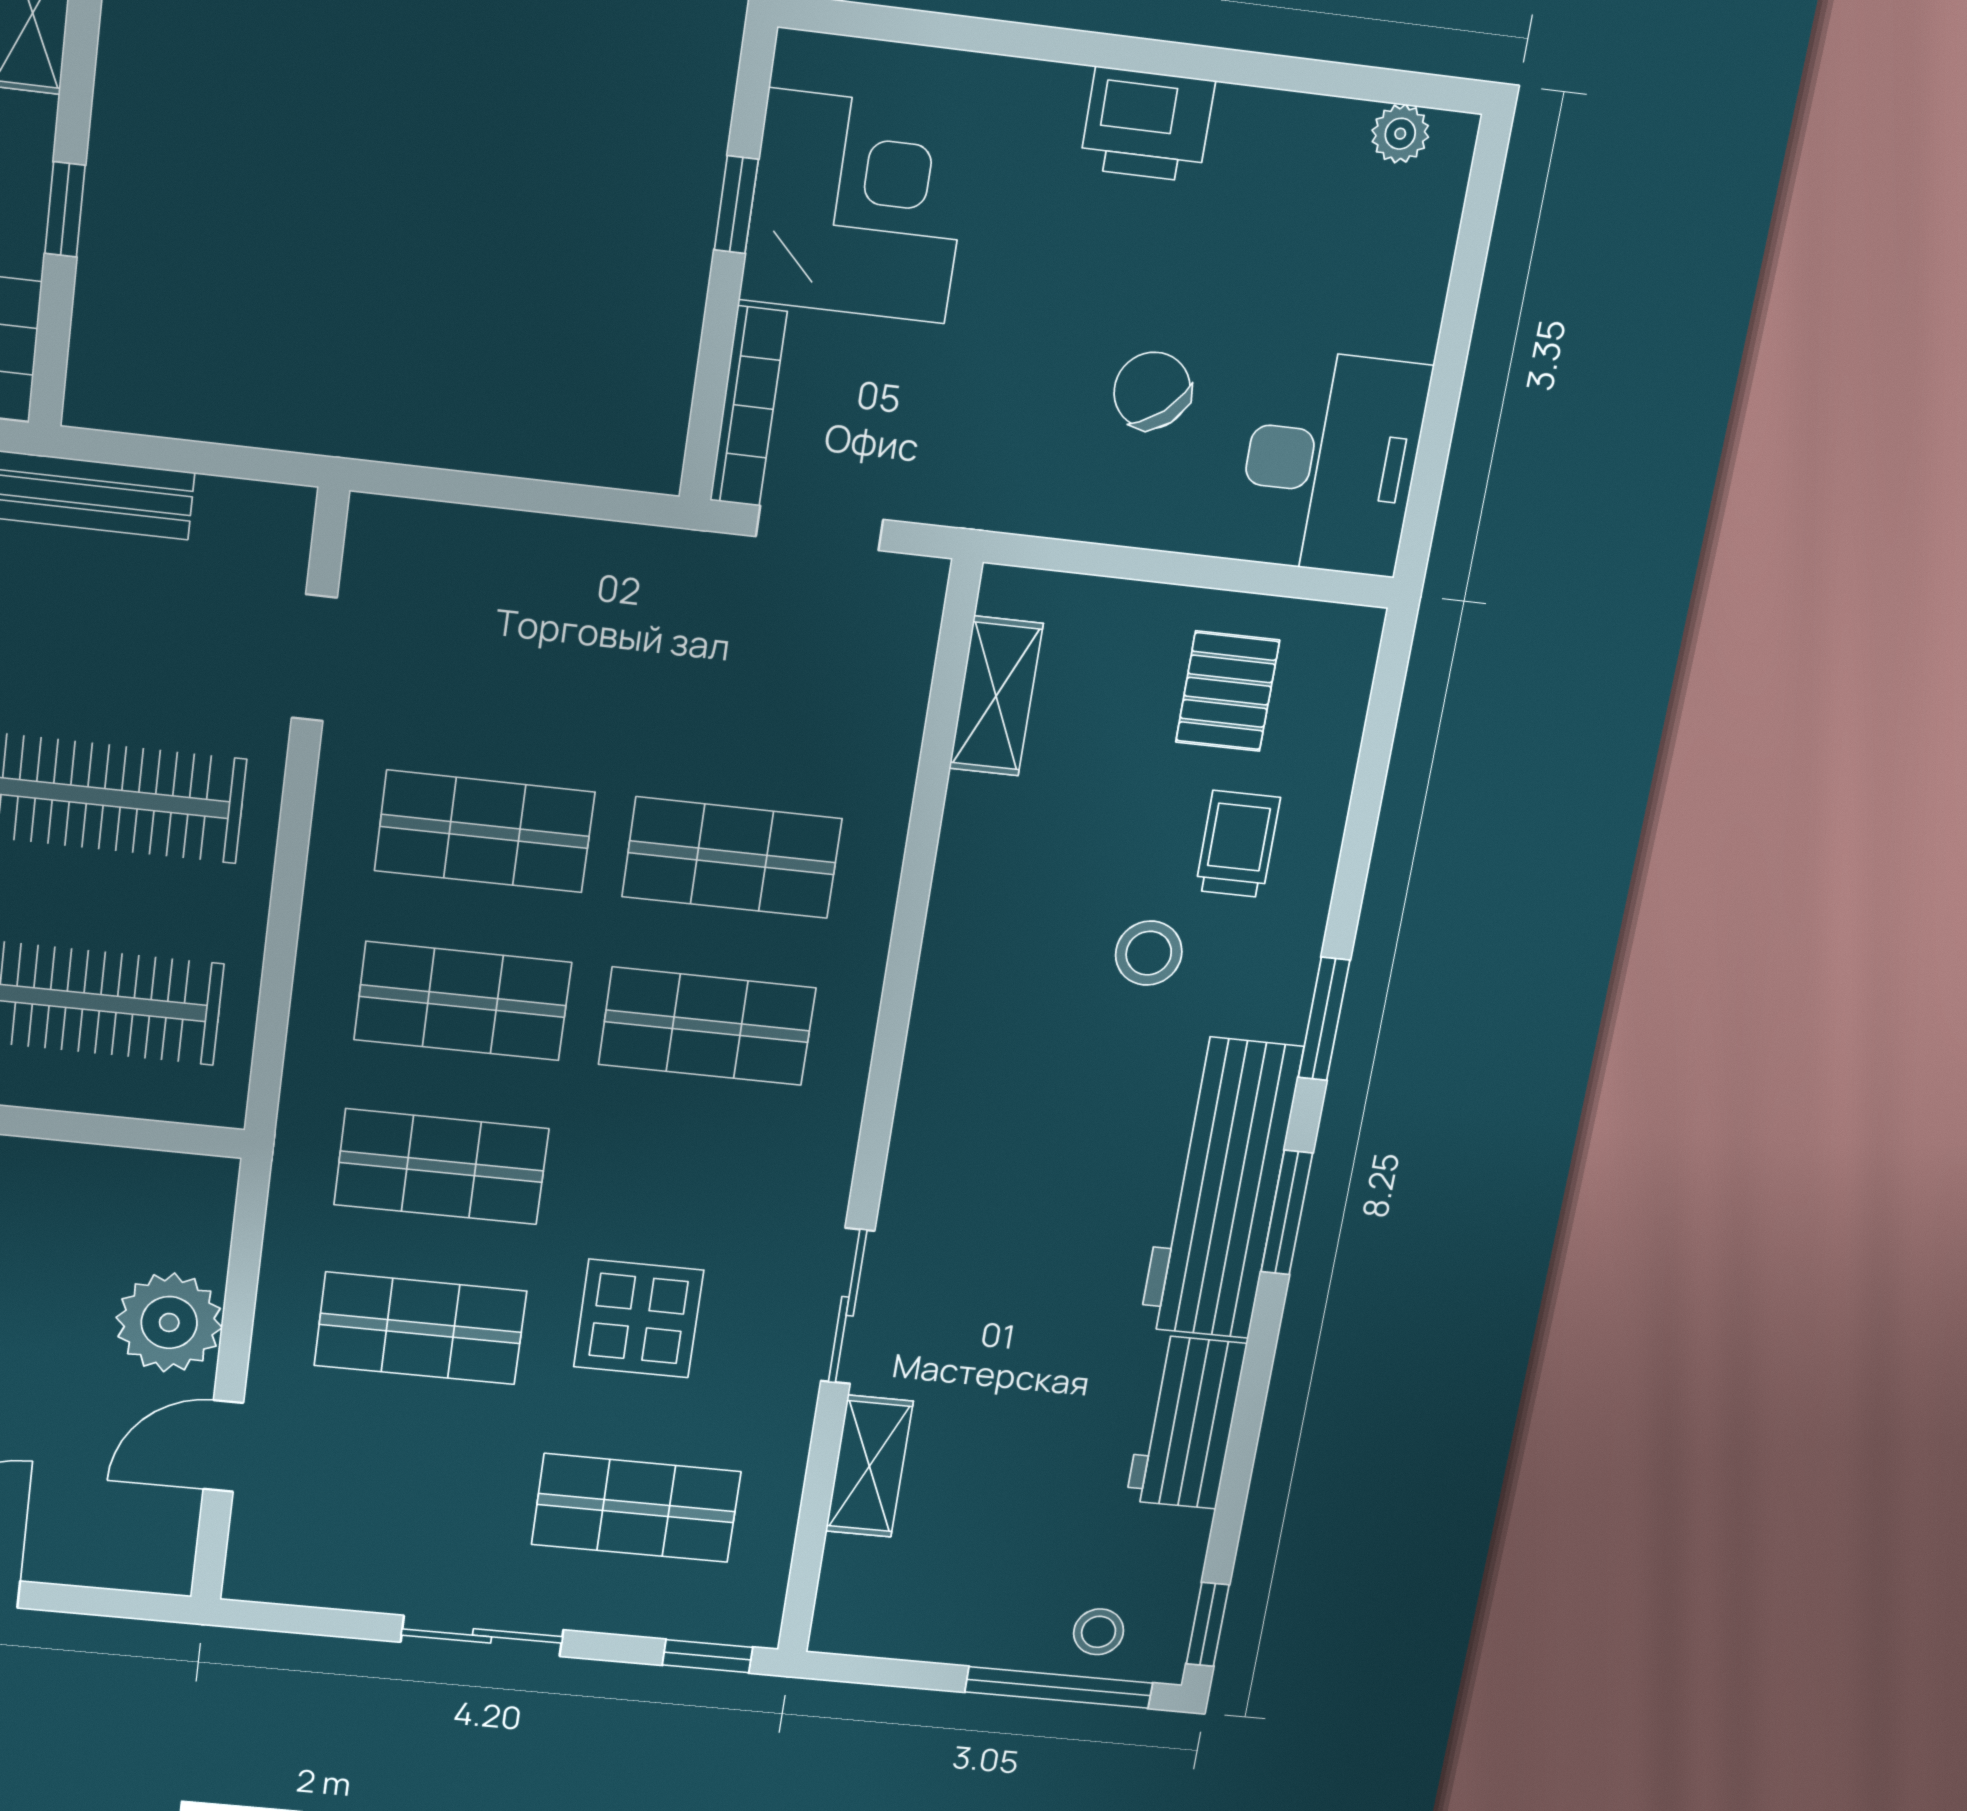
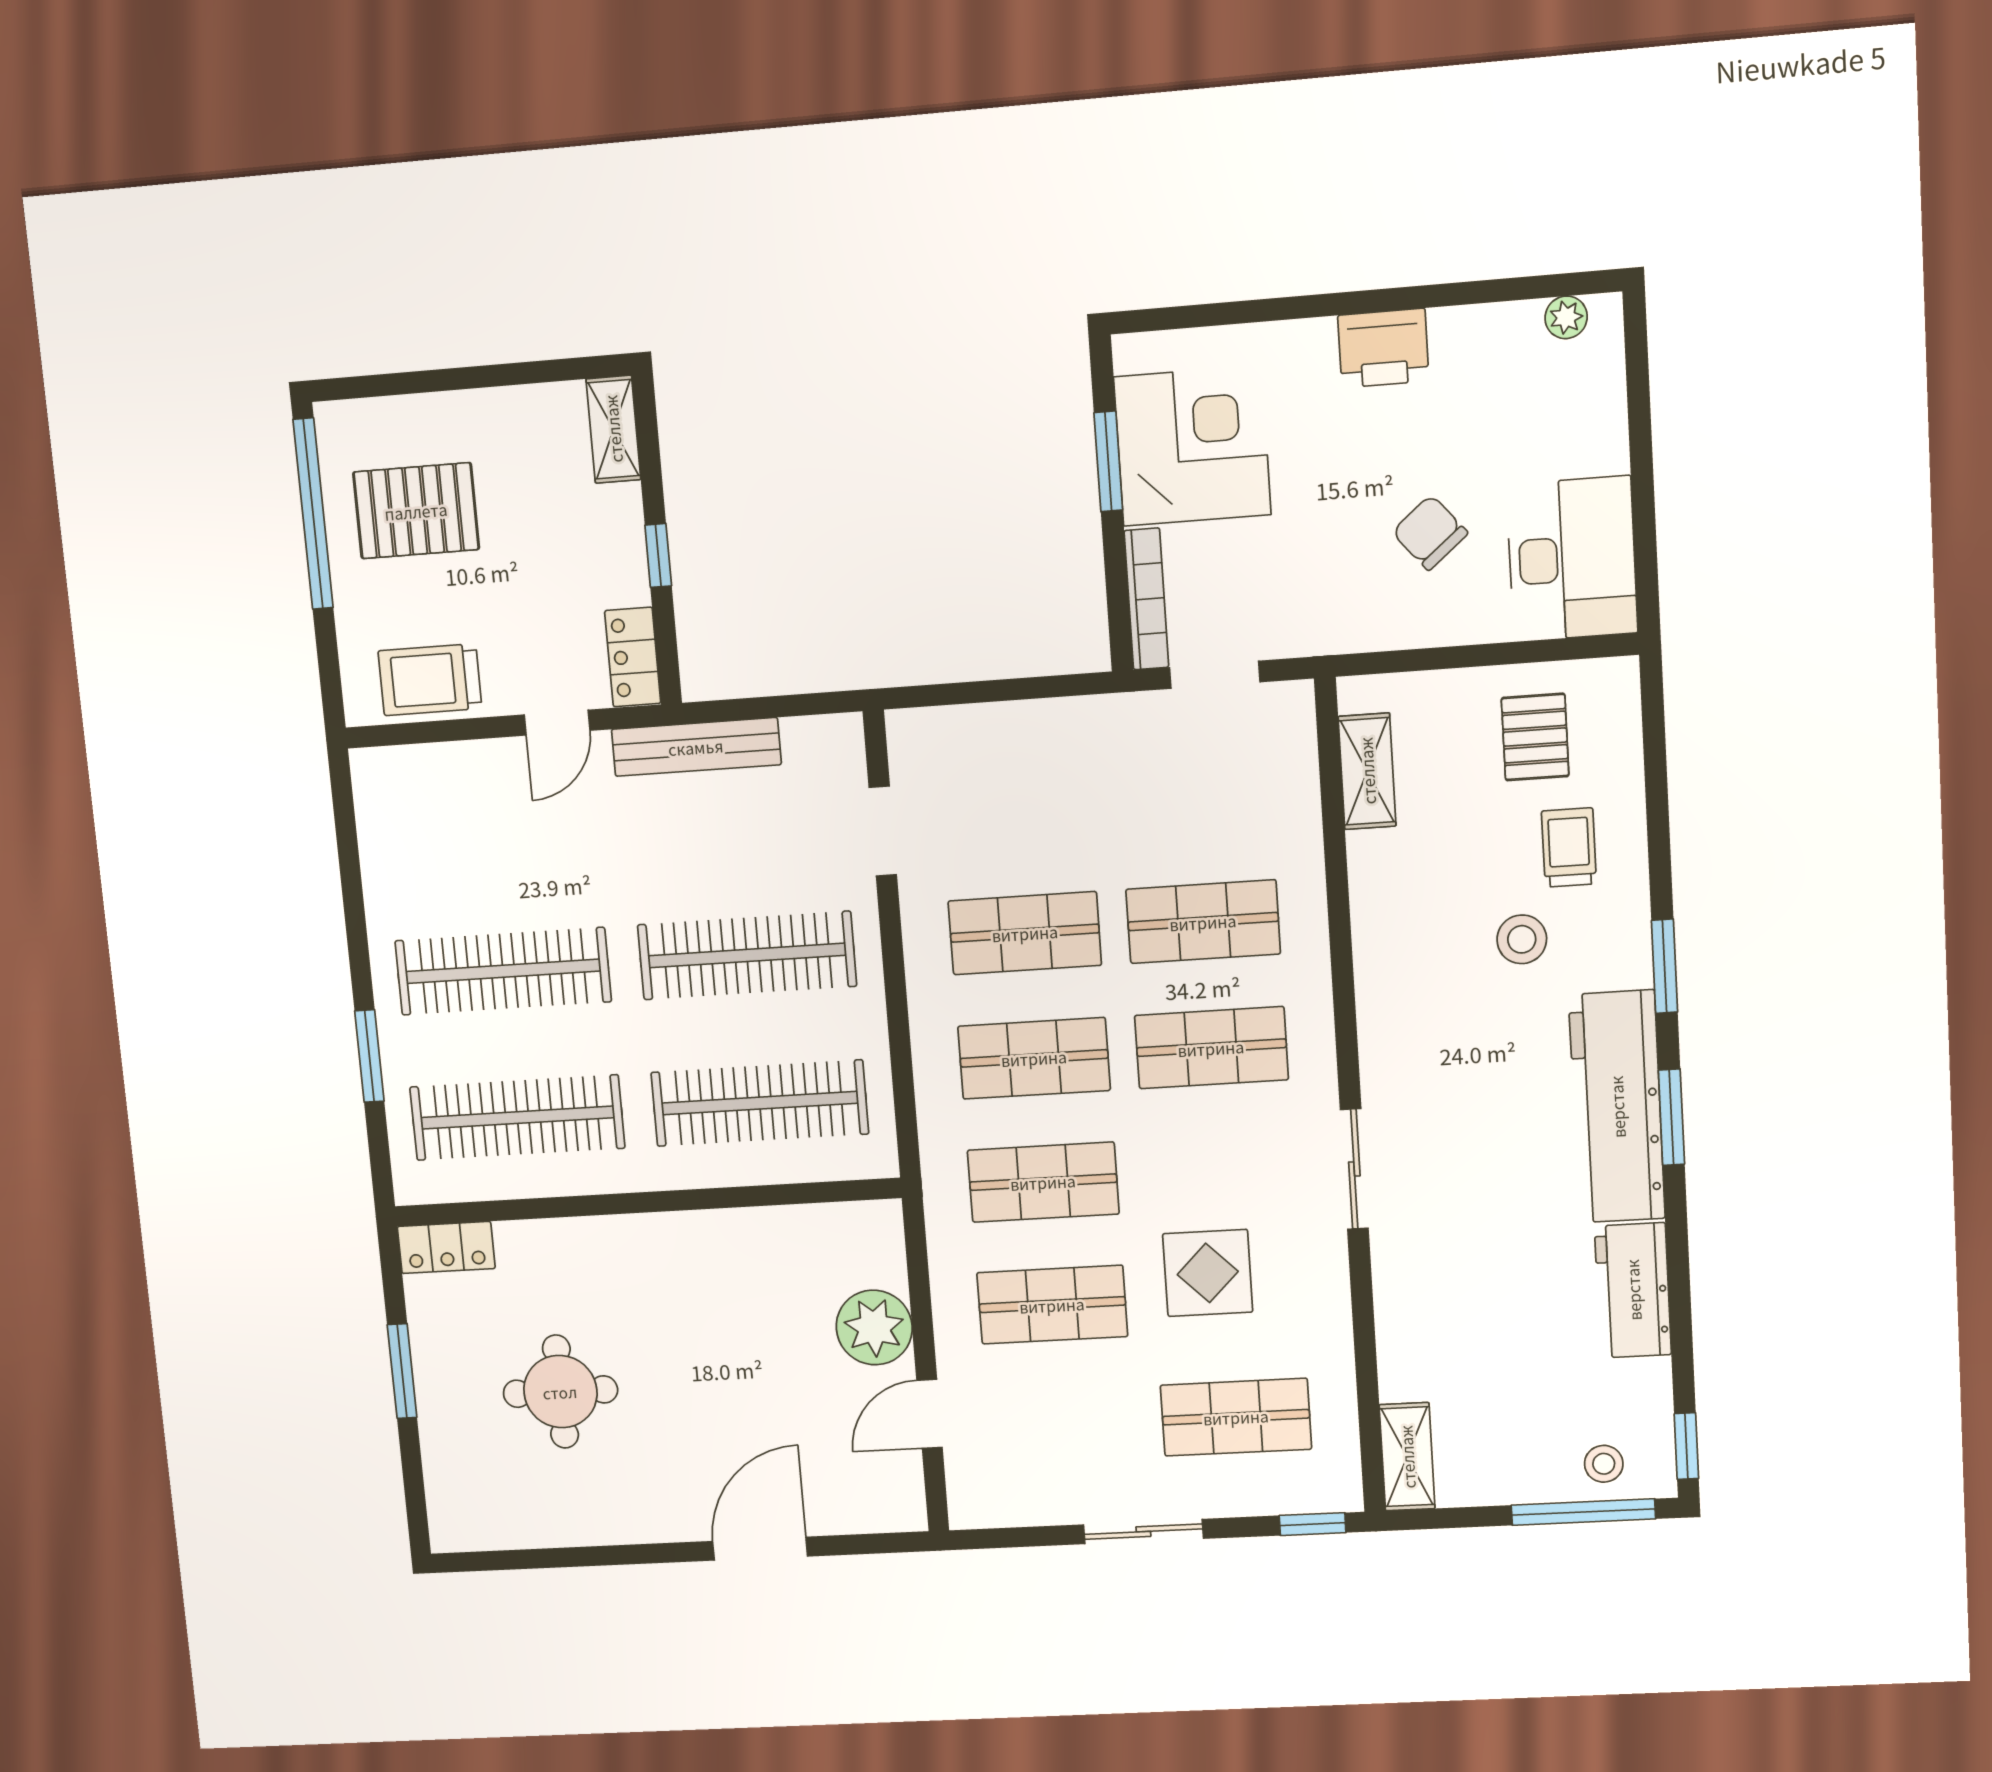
window: (736, 205) -> (1108, 461), width x1.50
sliding door: (848, 1306) -> (1354, 1169), moved
shelving: (869, 1466) -> (1407, 1457), moved

